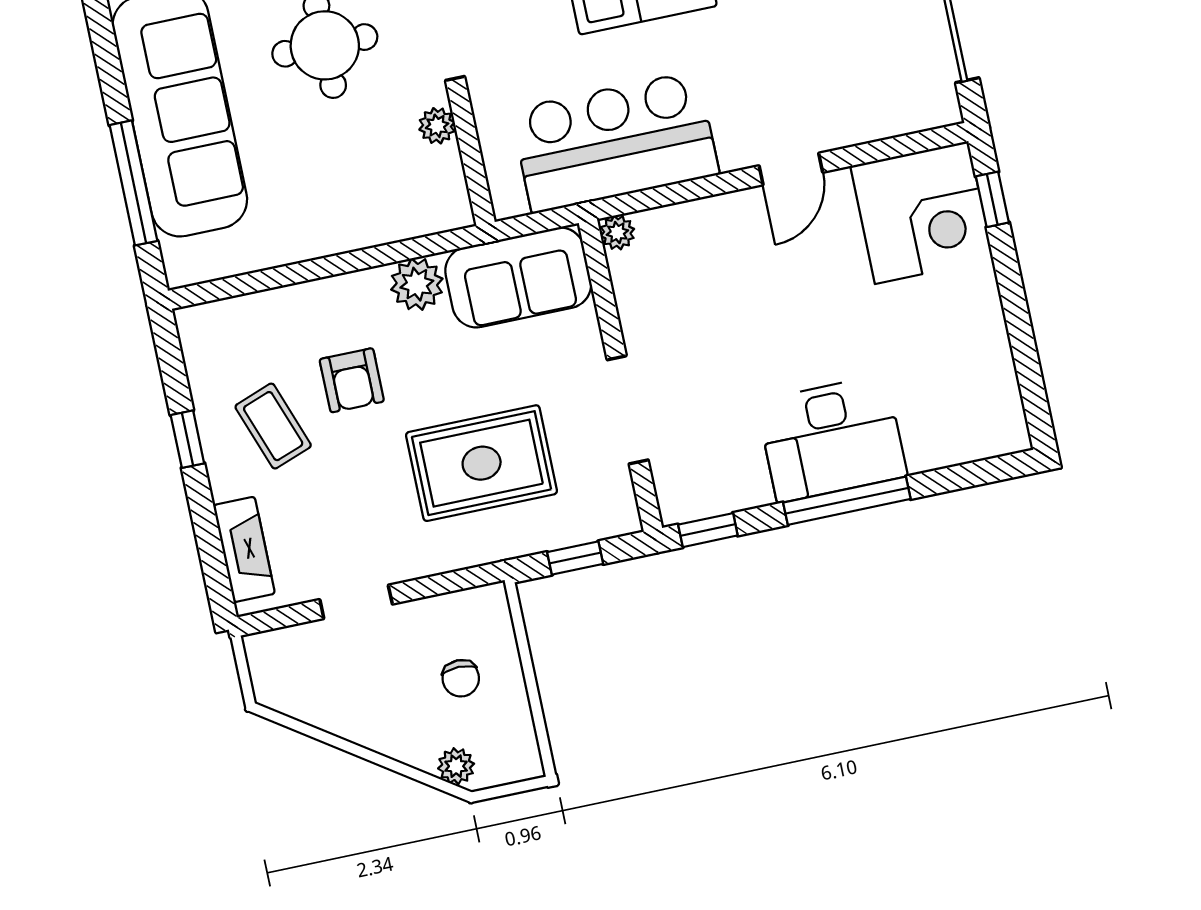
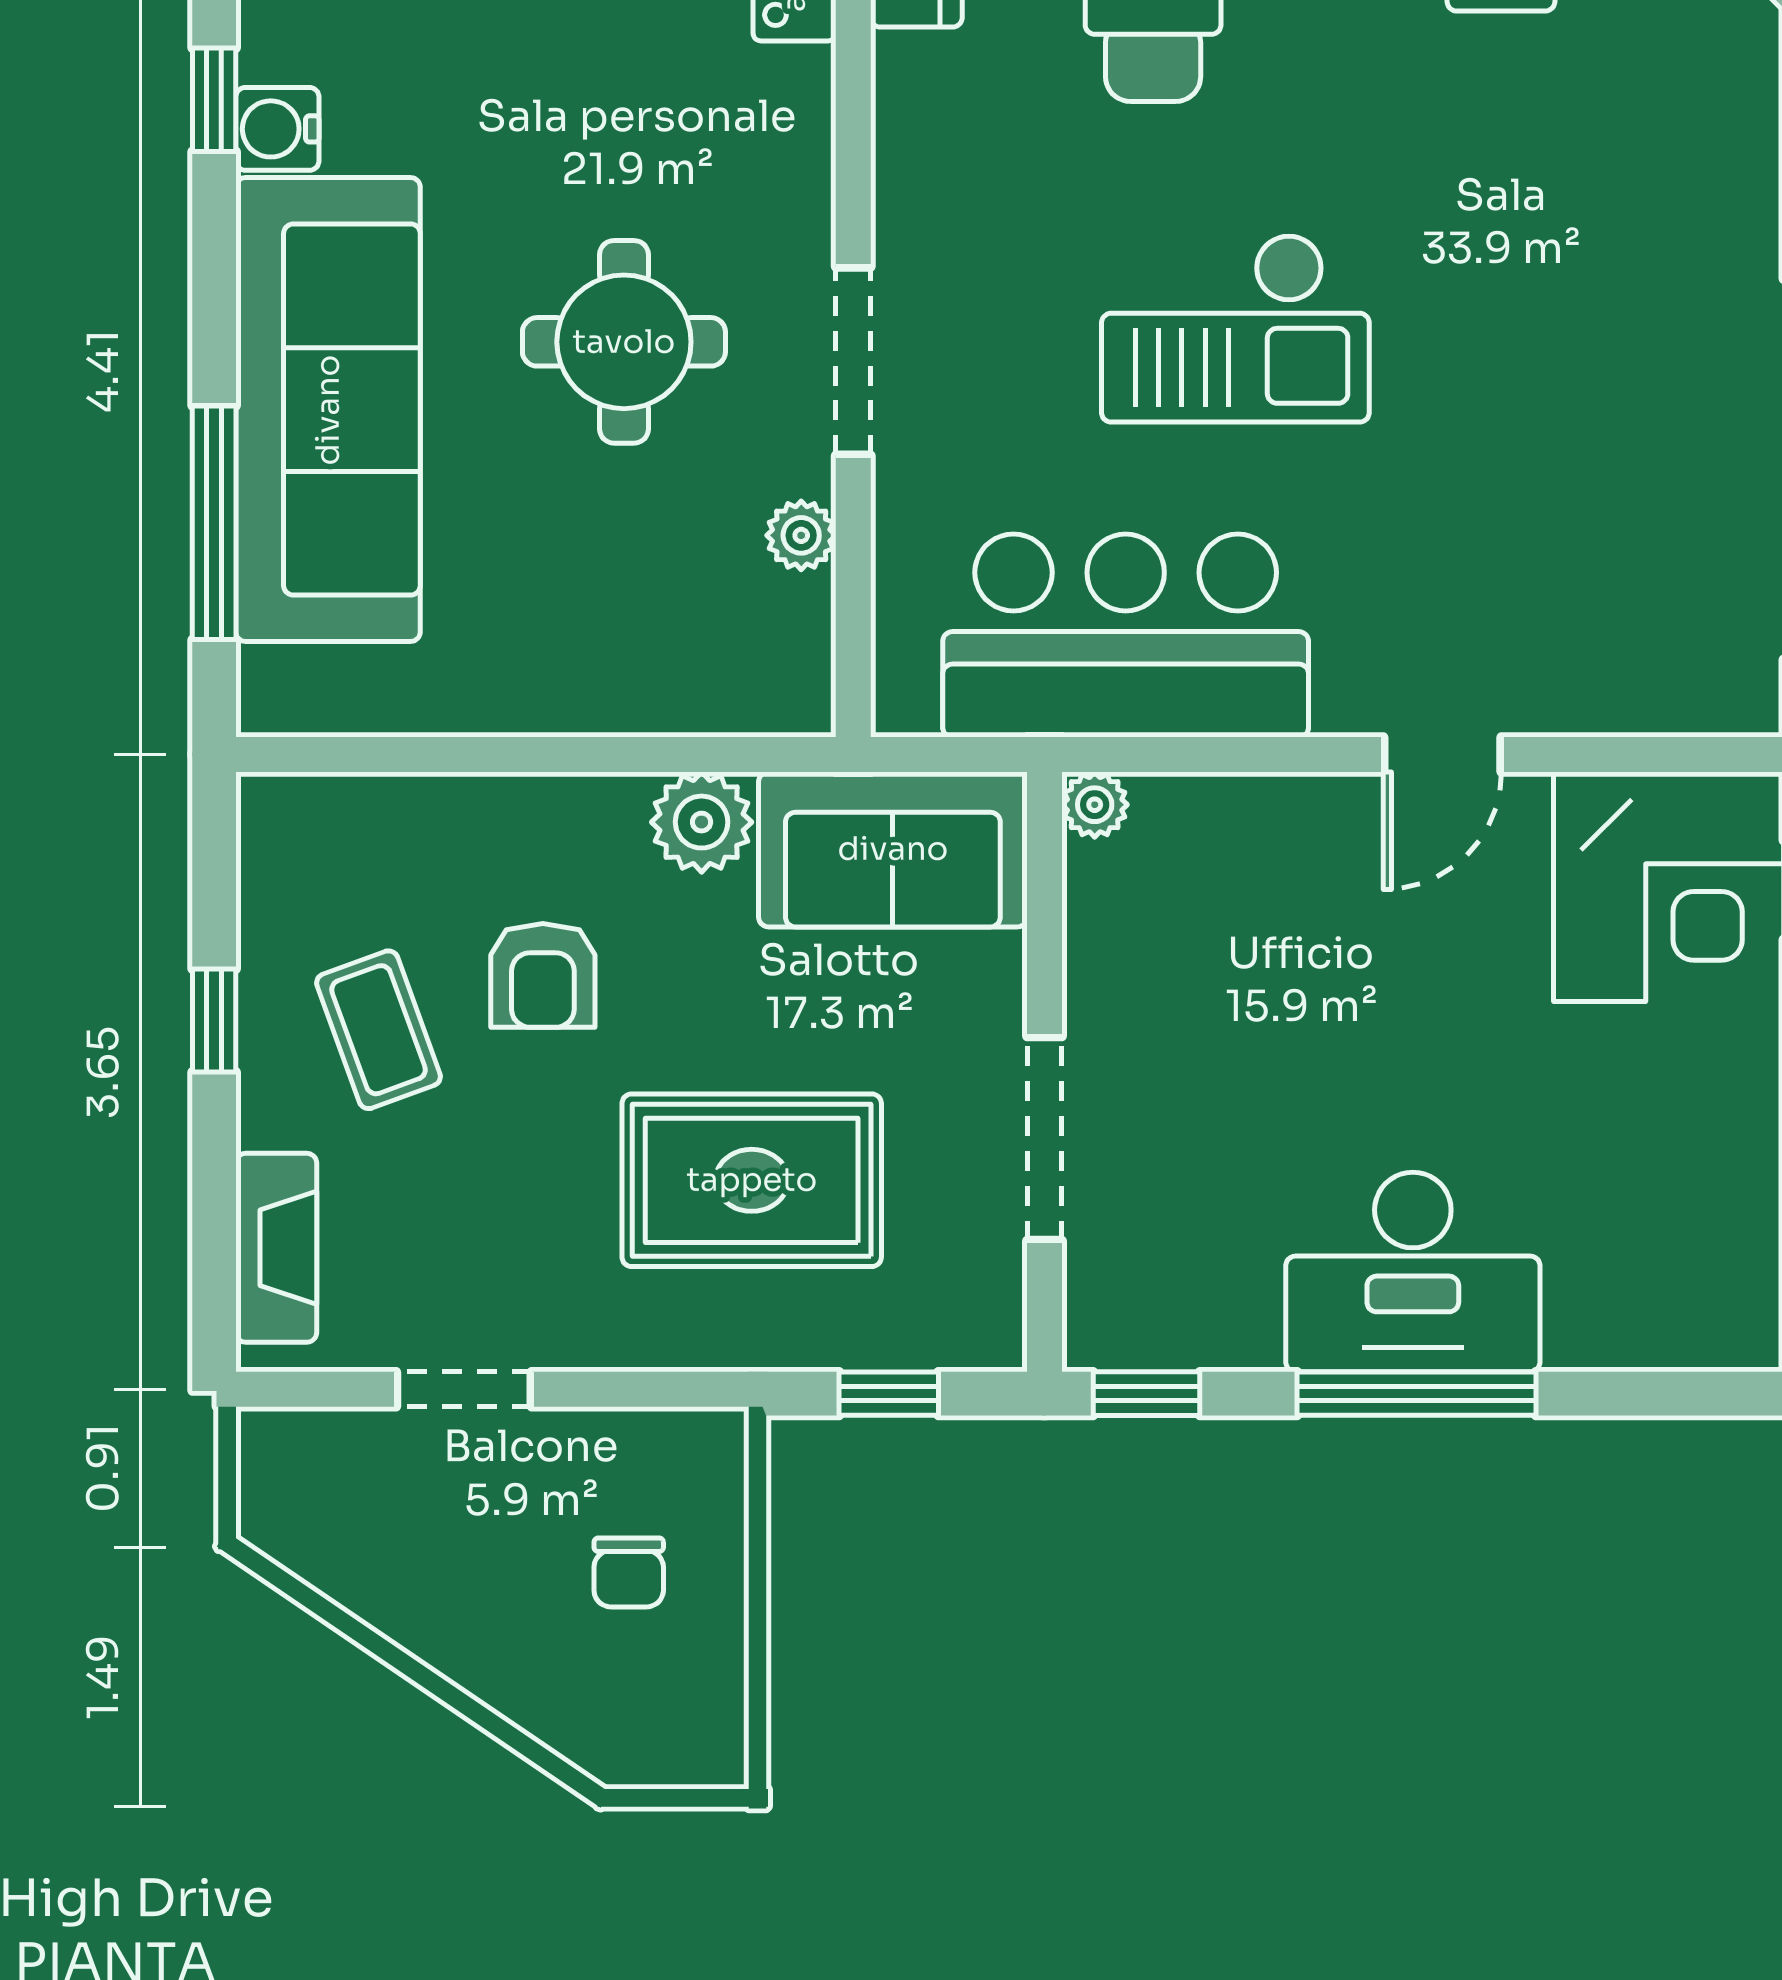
plant: (456, 766) -> (586, 1734), removed

